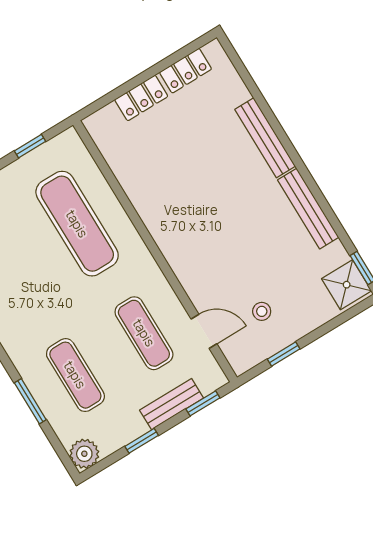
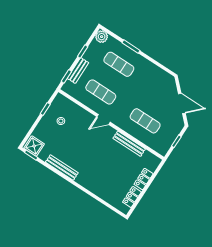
bench: (265, 138) -> (129, 144), moved
exercise mat: (77, 224) -> (145, 121), width x0.73, depth x0.69
door: (204, 331) -> (104, 119), moved

